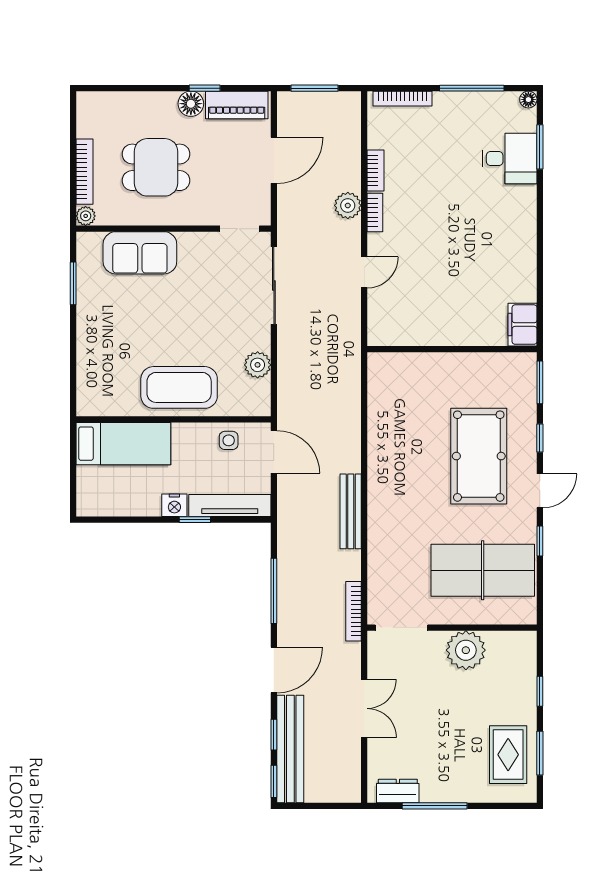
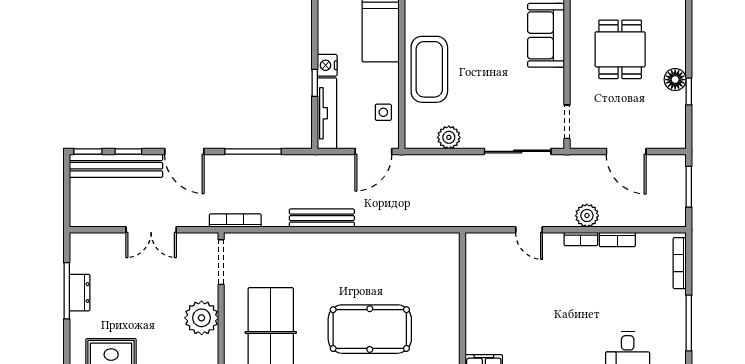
piano: (237, 105) -> (674, 119), removed
dresser: (398, 791) -> (80, 293), moved

